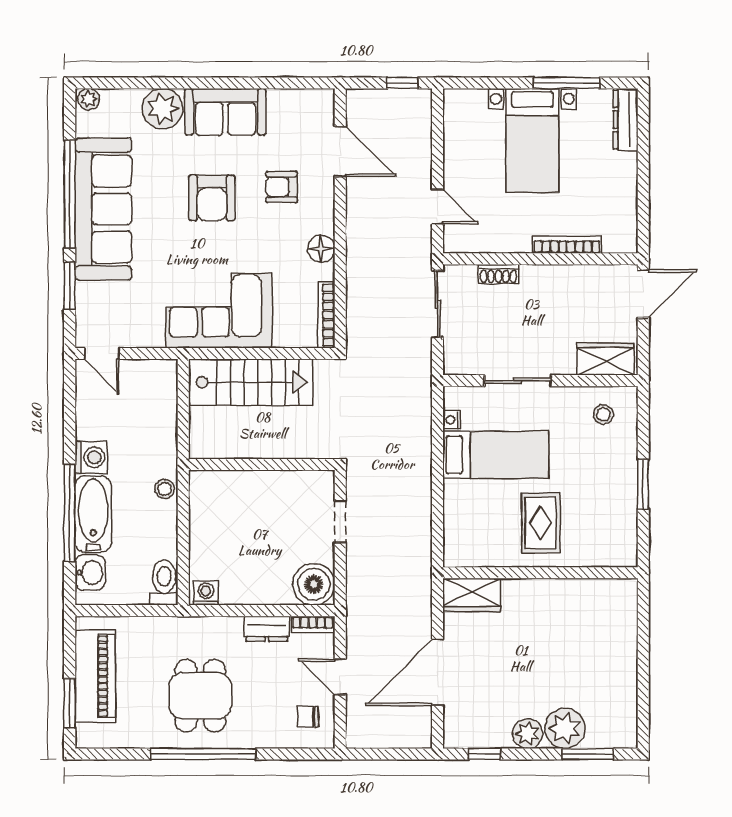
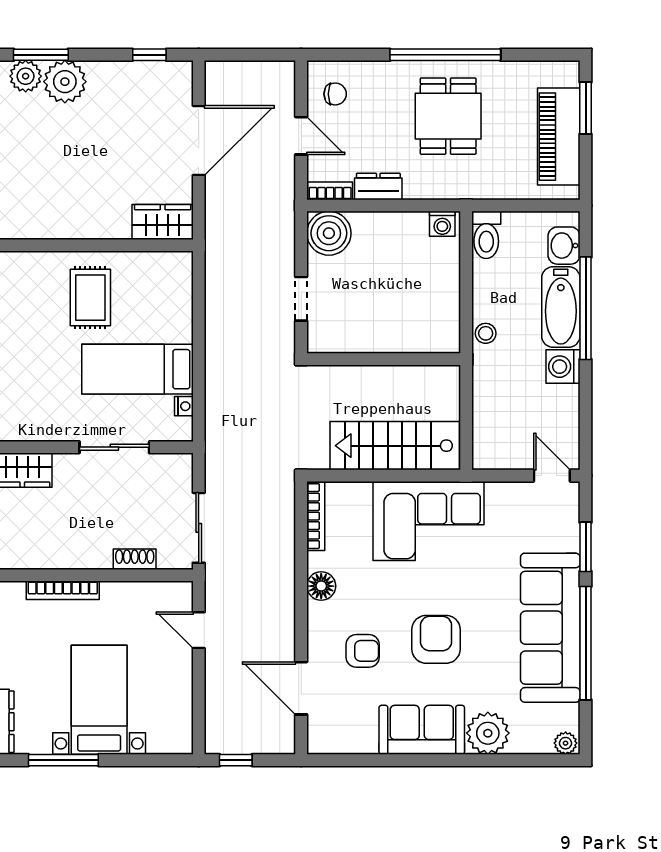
stool: (603, 414) -> (24, 412), removed
plant: (528, 734) -> (26, 76), moved

